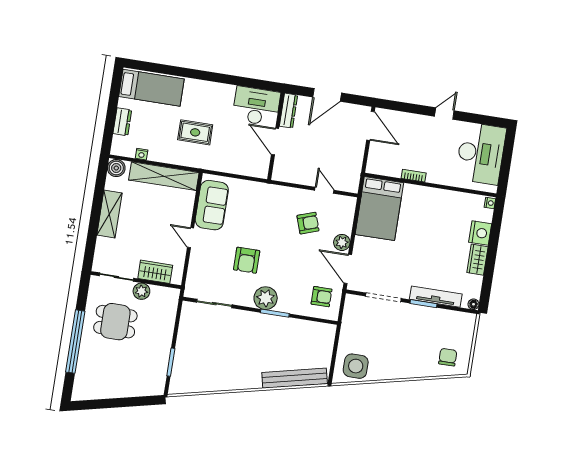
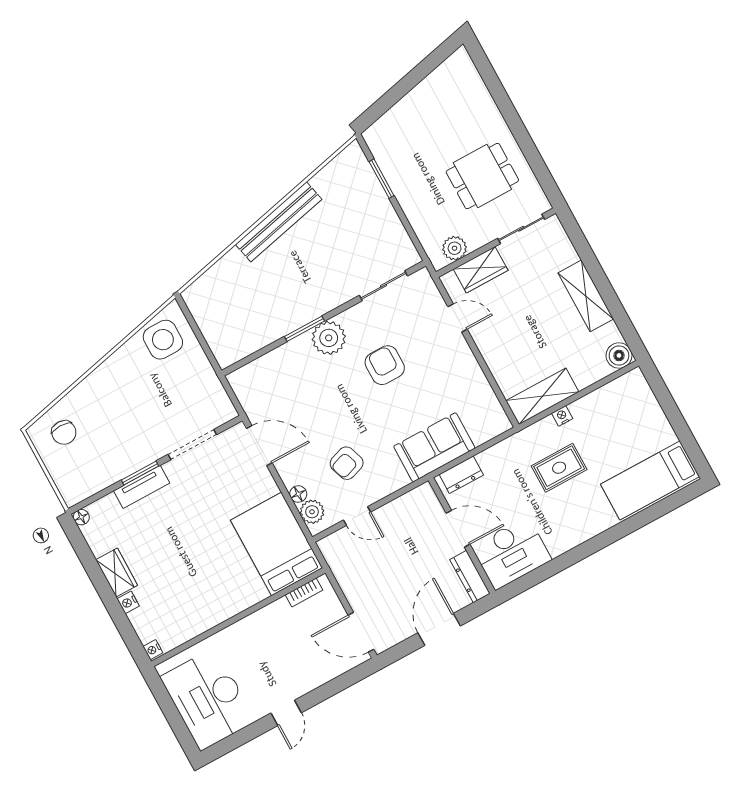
dresser: (122, 122) -> (461, 475), moved, turned -90
nightstand: (142, 154) -> (562, 416), moved
shelving: (164, 176) -> (542, 396), width x0.68
bookcase: (414, 176) -> (304, 592), moved
sofa: (212, 205) -> (434, 447), moved, turned 90
floor lamp: (347, 227) -> (298, 494), added
nightstand: (480, 233) -> (128, 602), width x0.53, depth x0.56
door: (191, 238) -> (458, 318), moved
plant: (342, 242) -> (312, 512), moved
plant: (141, 291) -> (455, 248), moved
armchair: (322, 297) -> (265, 390), removed
tv unit: (436, 297) -> (142, 487), width x0.71
window: (75, 342) -> (511, 117), removed
bench: (295, 378) -> (279, 222), moved

